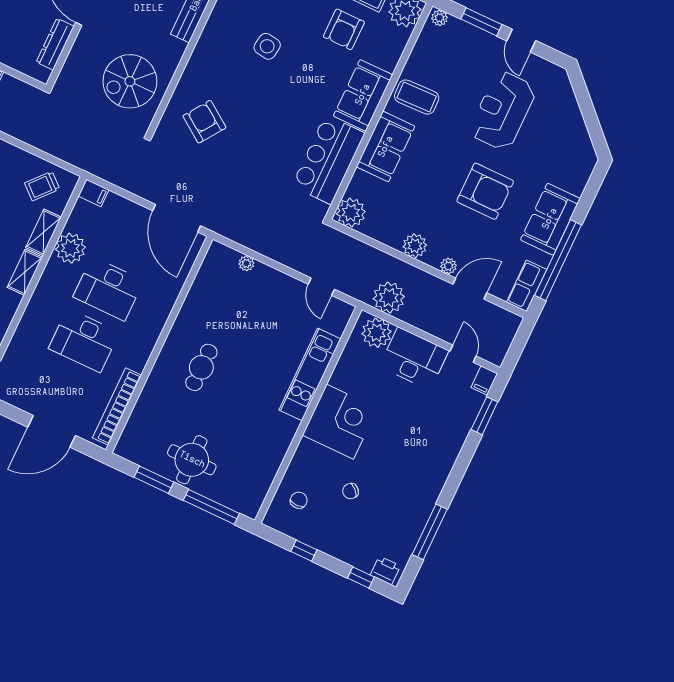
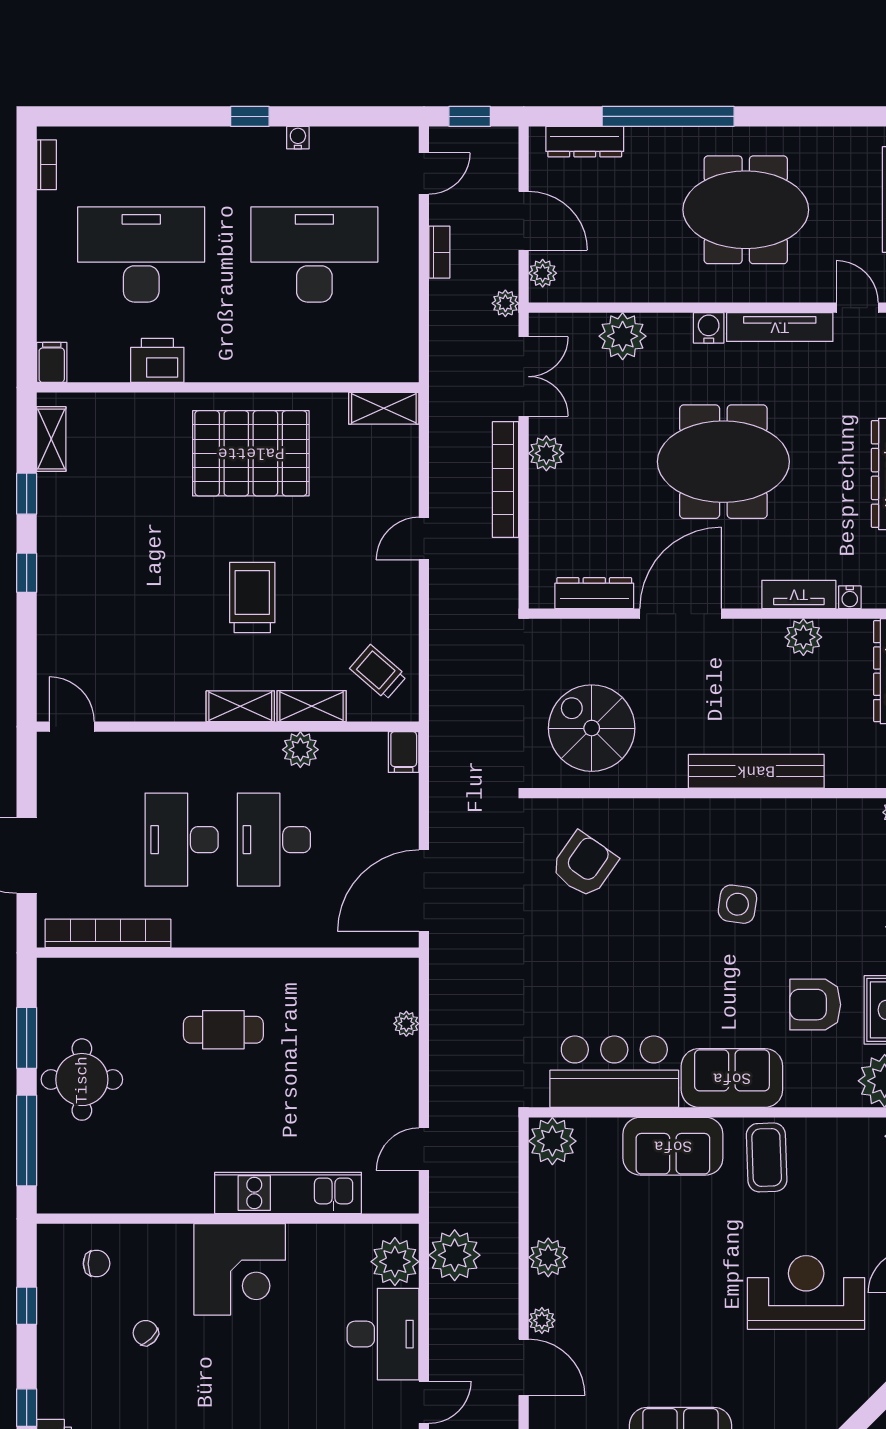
armchair: (485, 191) -> (676, 1322), removed
plant: (70, 248) -> (300, 750), width x0.73, depth x0.73

